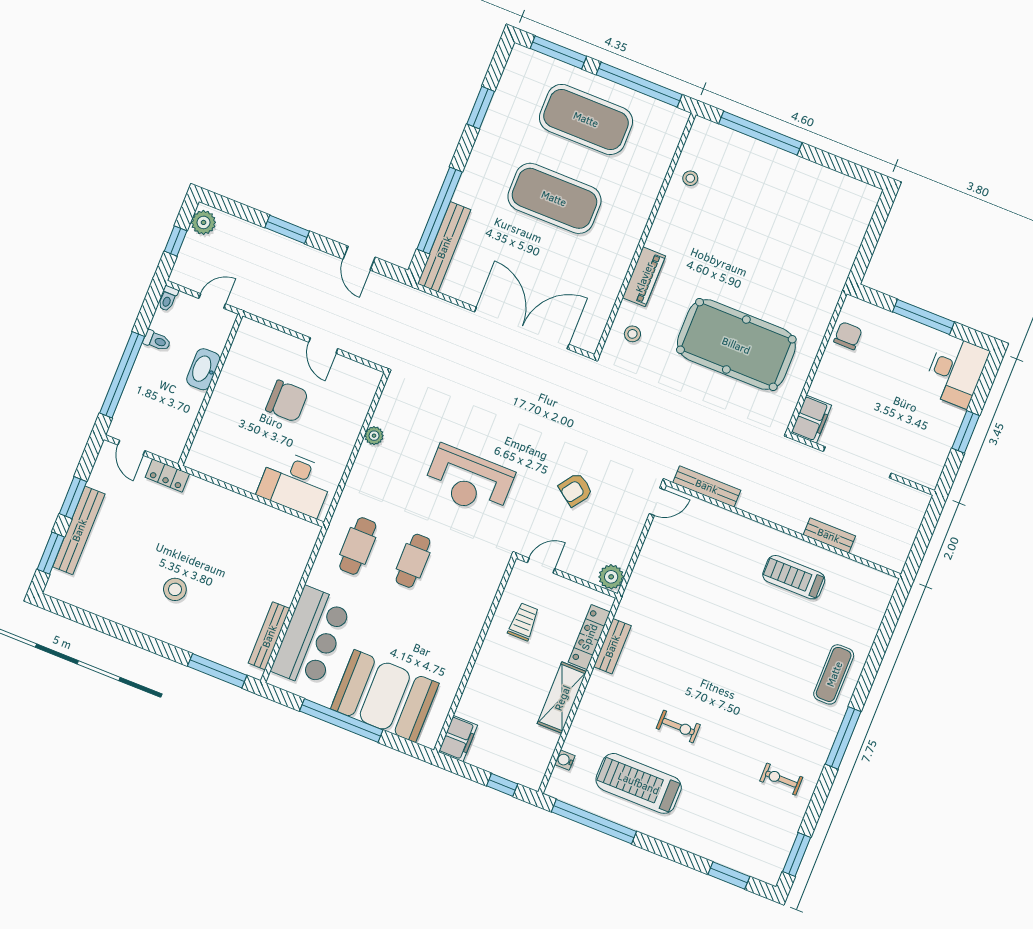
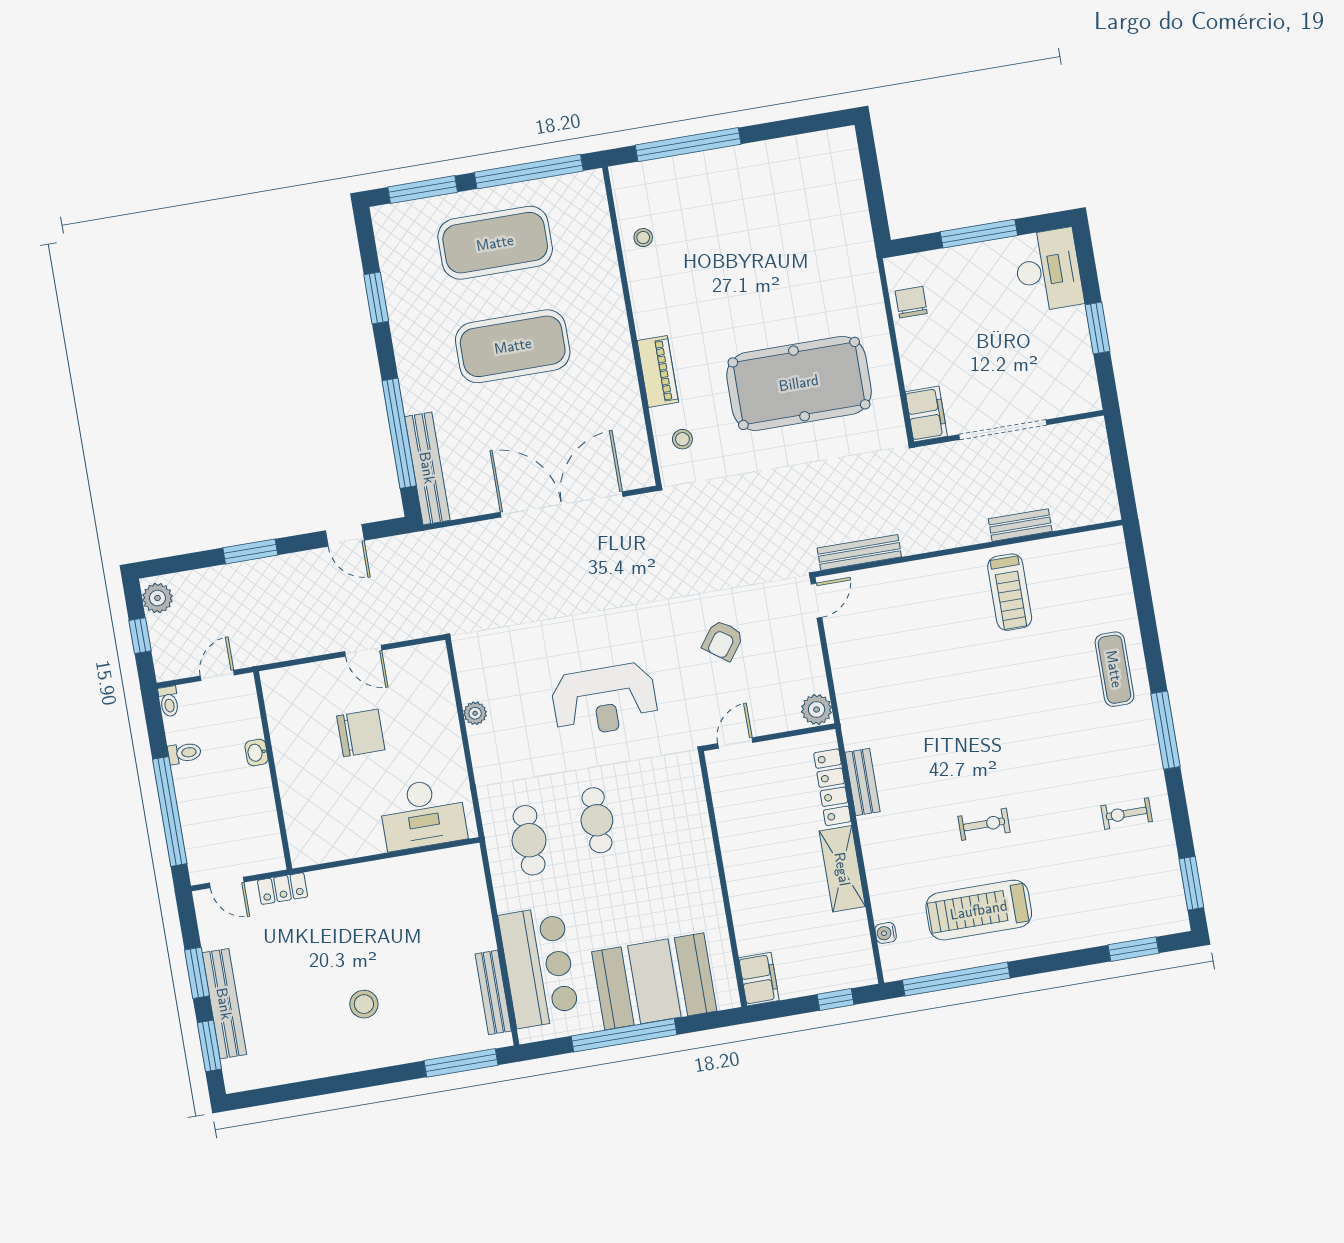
washbasin: (203, 369) -> (256, 752), width x0.52, depth x0.69
treadmill: (794, 577) -> (1010, 592), turned -90
trolley: (523, 622) -> (753, 813), removed

